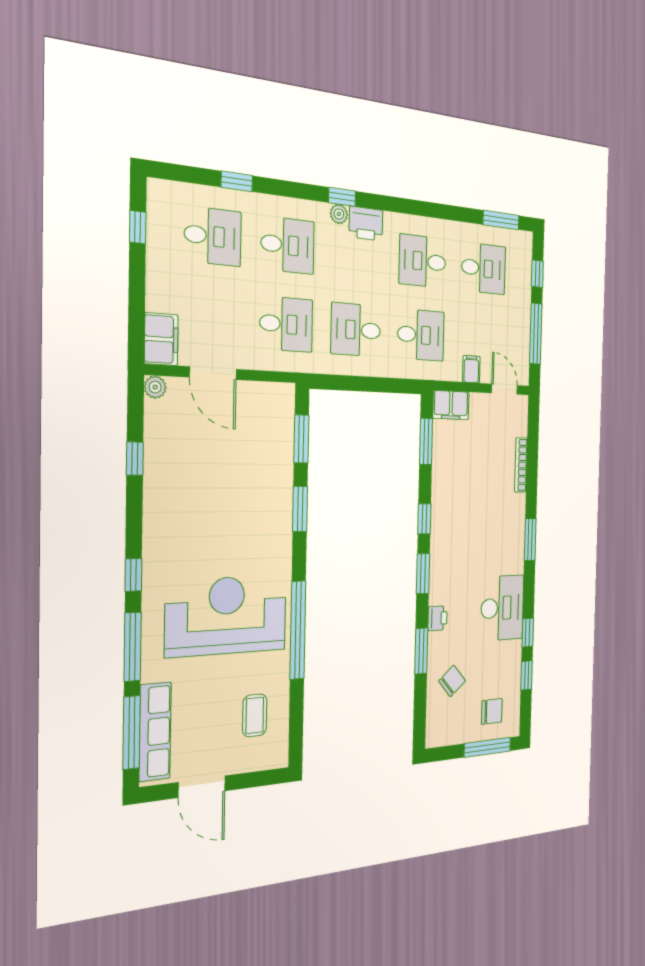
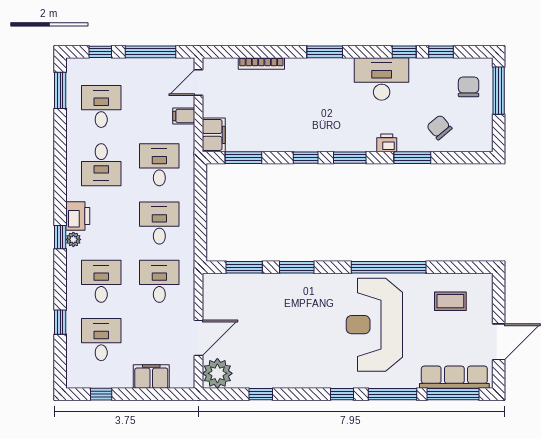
desk: (356, 330) -> (159, 223), turned 180
filing cabinet: (161, 339) -> (151, 377), moved
plant: (155, 387) -> (217, 373), width x1.87, depth x1.87

